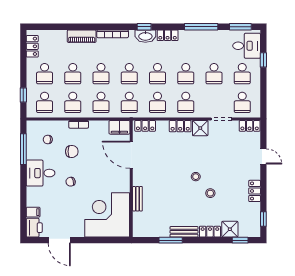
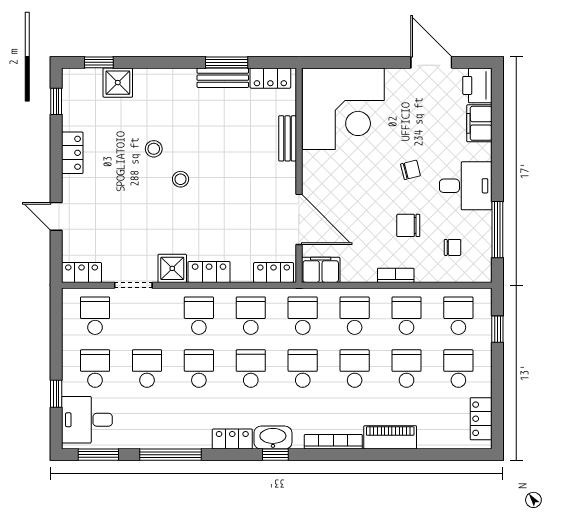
filing cabinet: (33, 212) -> (479, 123), width x2.00
bench: (184, 232) -> (223, 78), moved
locker: (210, 232) -> (270, 78), moved

